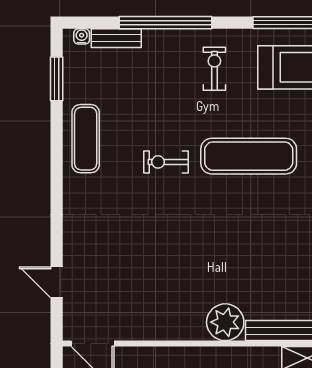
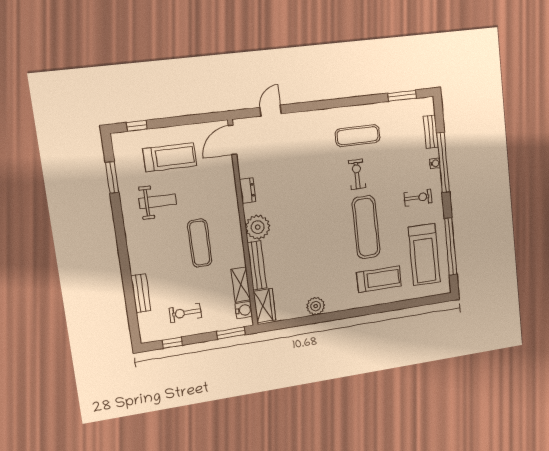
water cooler: (82, 36) -> (435, 163), moved
exercise mat: (86, 139) -> (358, 136), moved
dresser: (169, 331) -> (247, 190), added

